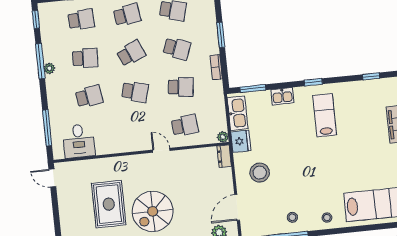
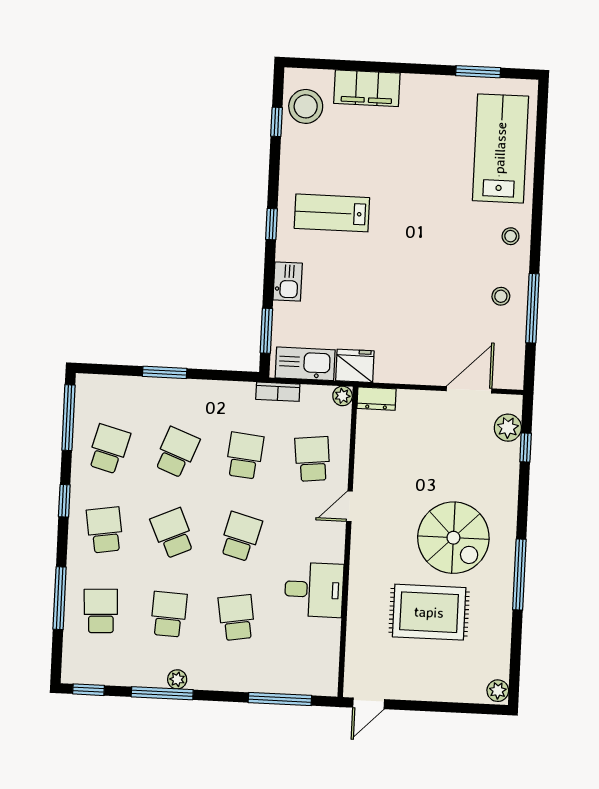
bookcase: (216, 67) -> (278, 392), moved
desk: (79, 141) -> (314, 590), moved
stool: (260, 173) -> (306, 106), moved
door: (237, 207) -> (469, 390), swing flipped

